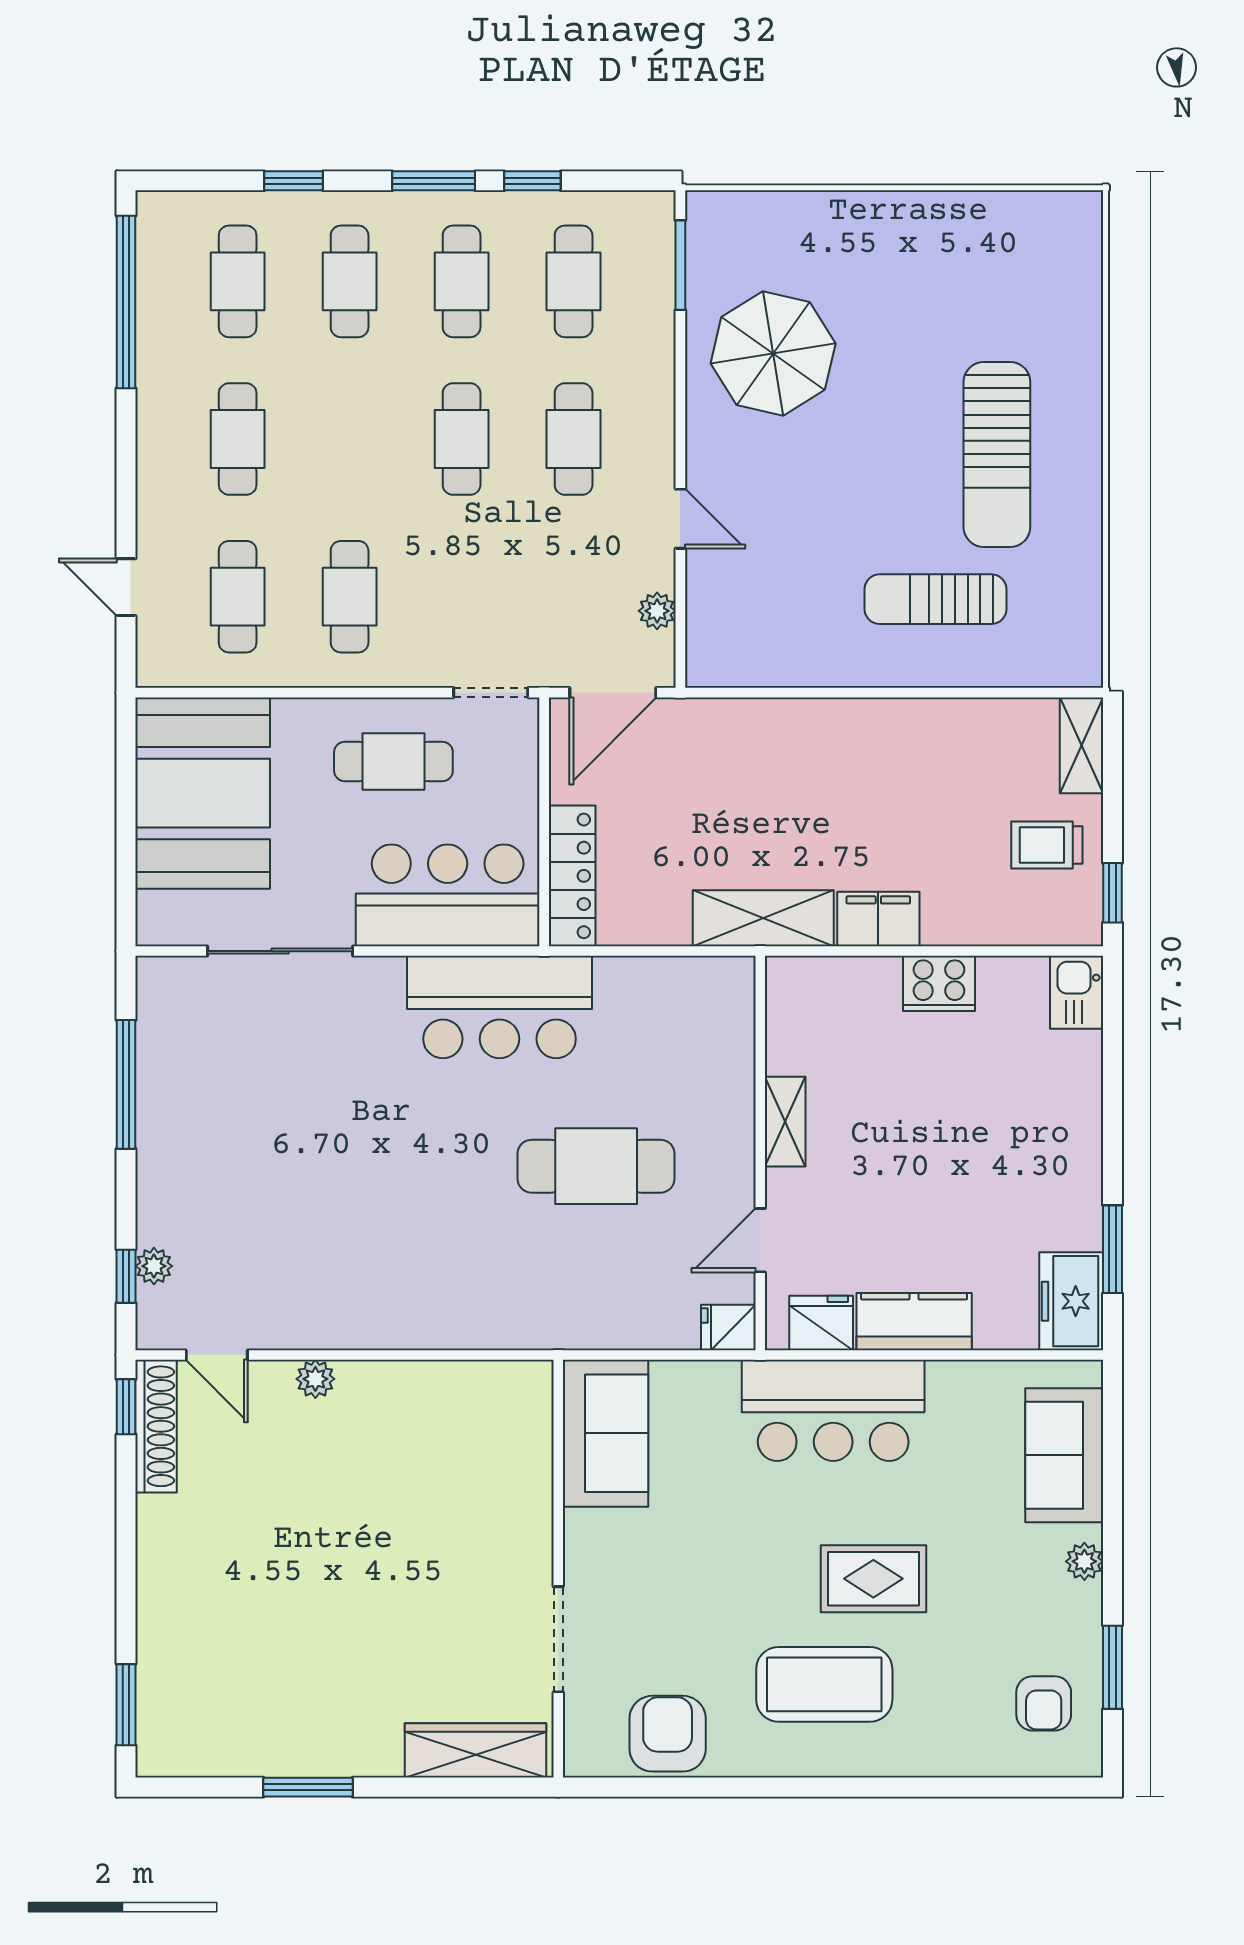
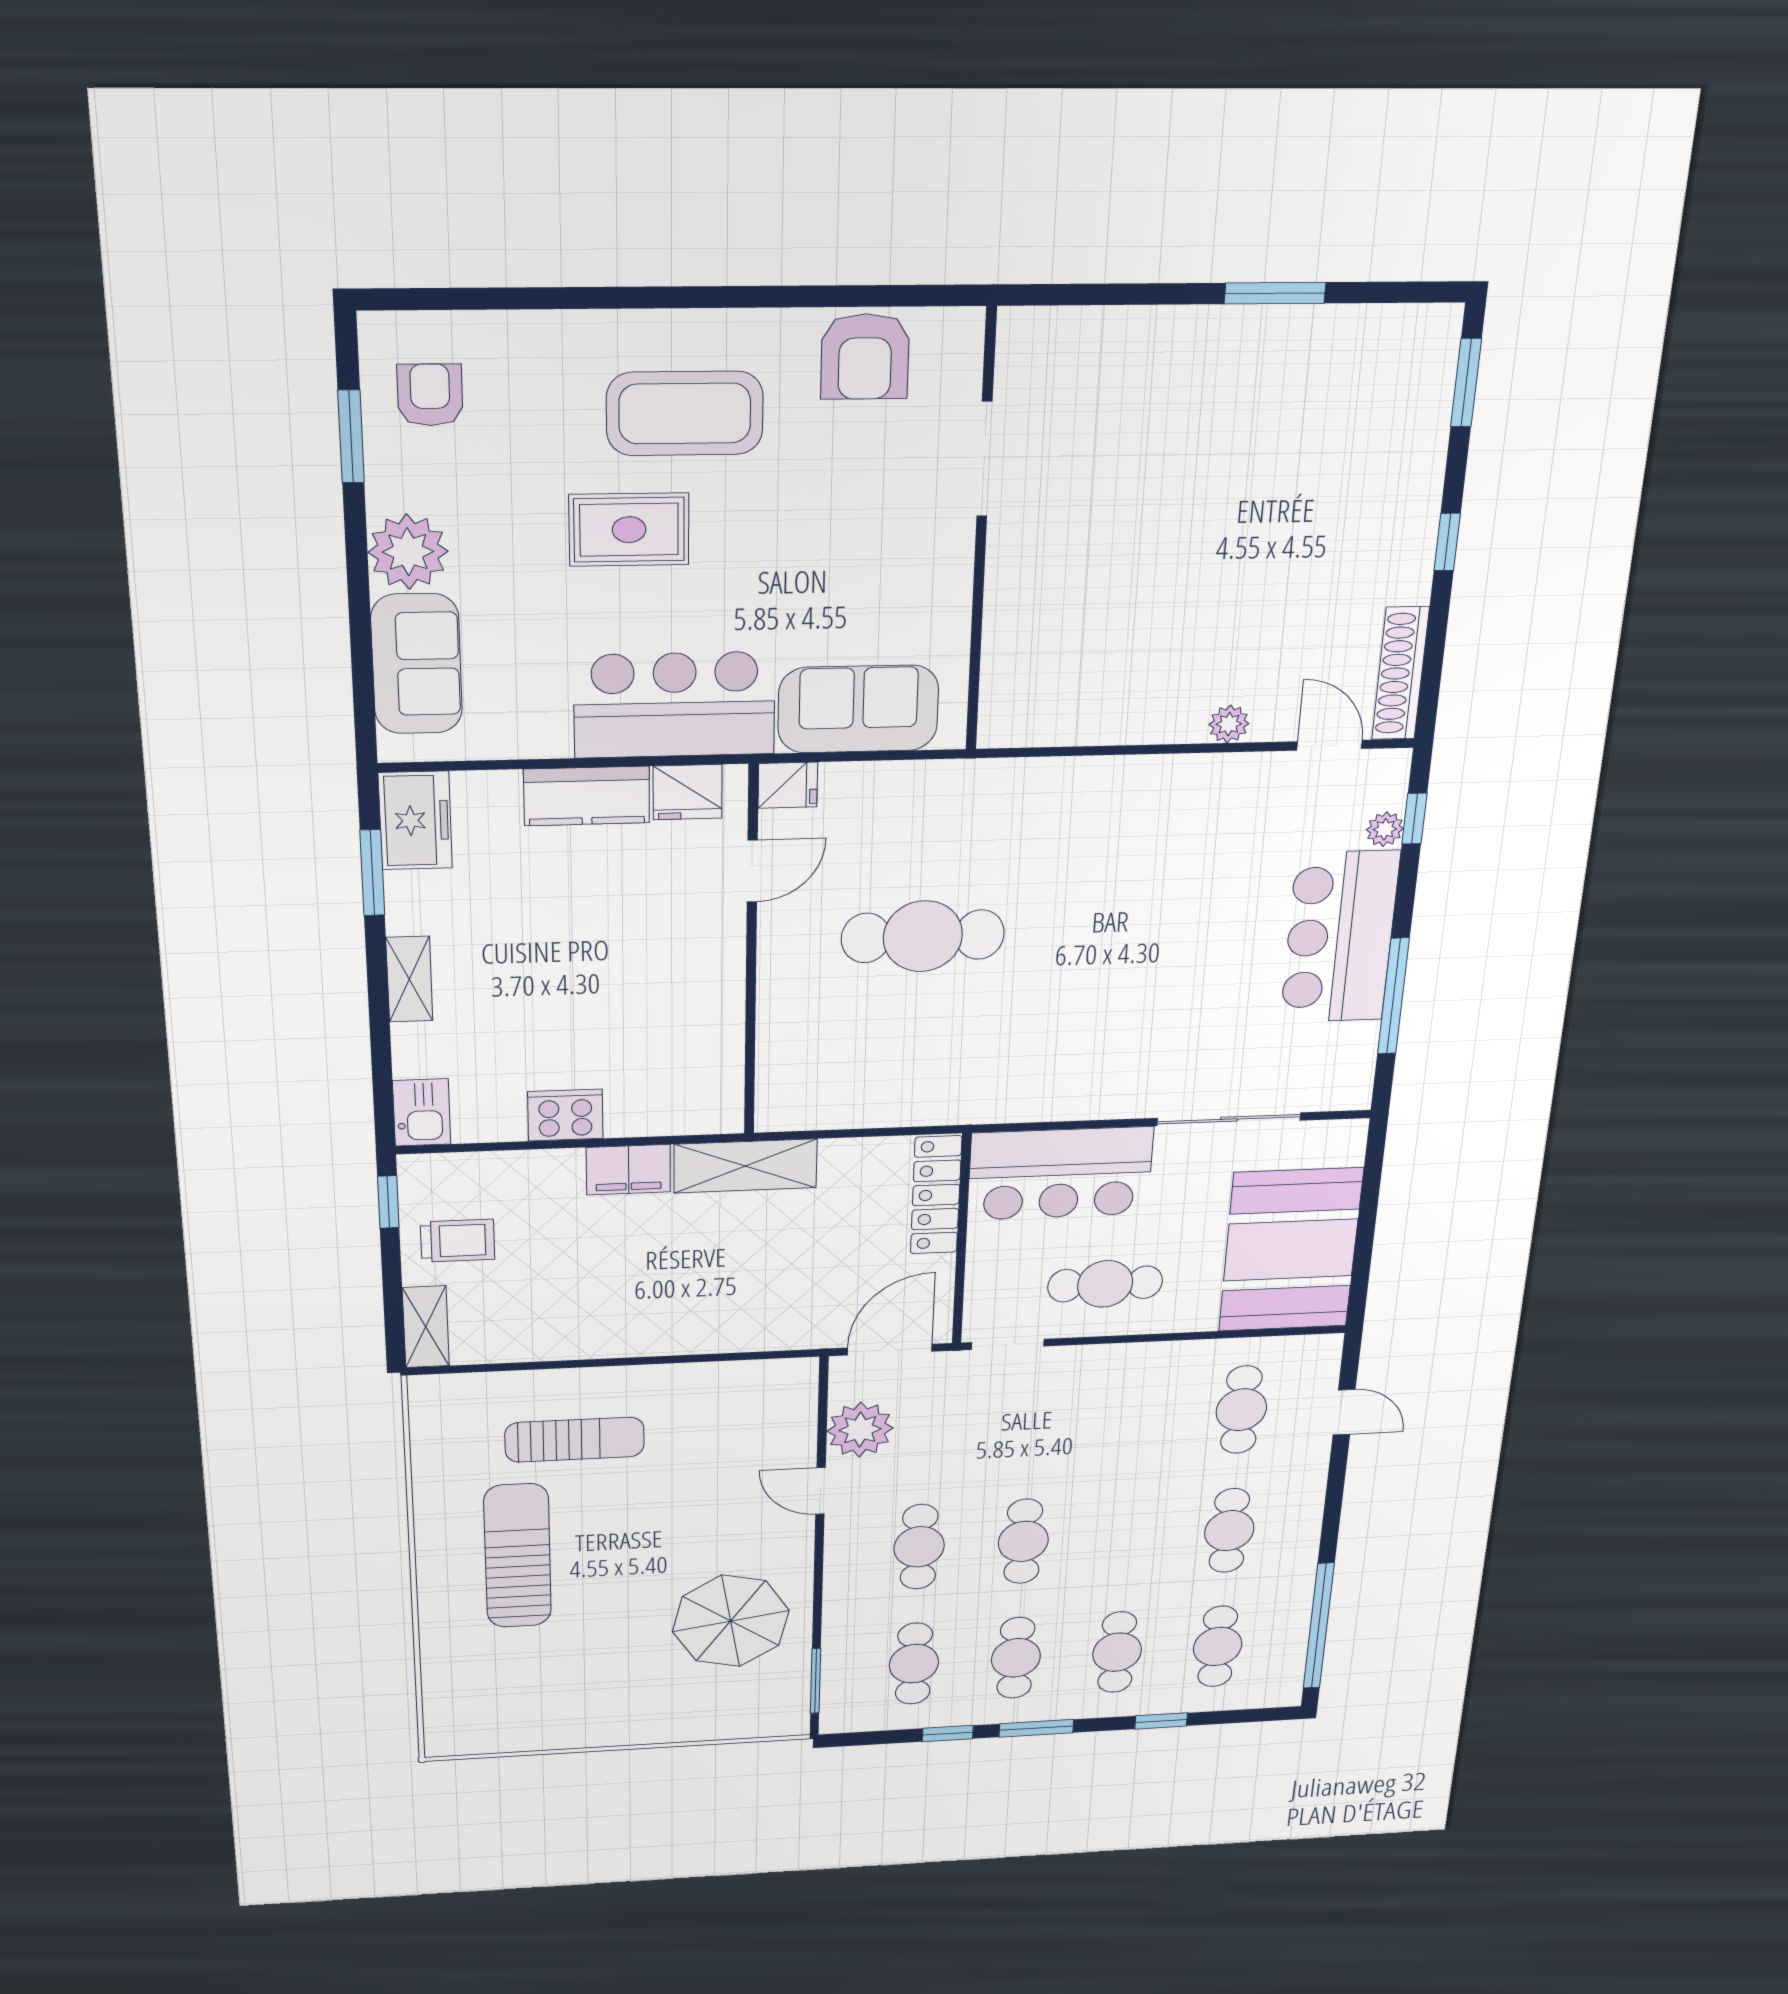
cafe table: (350, 597) -> (1137, 1415), removed
plant: (657, 611) -> (860, 1430), width x1.88, depth x1.88
bar counter: (500, 1007) -> (1340, 937), moved, turned -90
shelving: (785, 1122) -> (409, 979), moved
window: (126, 1407) -> (1447, 542), moved
sofa: (605, 1433) -> (858, 709), moved, turned 90
plant: (1084, 1561) -> (408, 552), width x1.88, depth x1.88
wardrobe: (475, 1750) -> (1084, 336), removed

